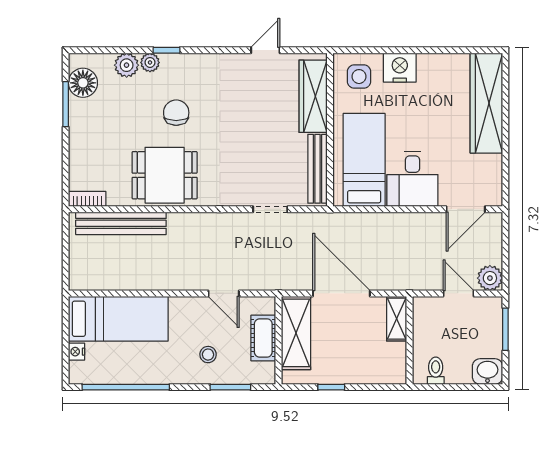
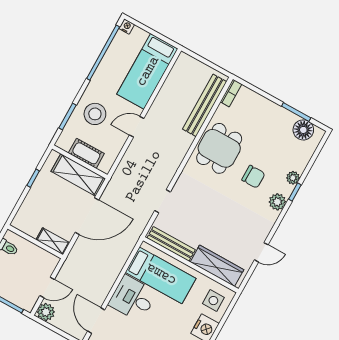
door: (265, 50) -> (261, 252), hinge flipped
plant: (127, 65) -> (277, 202), moved
door: (224, 293) -> (137, 127), moved
nightstand: (76, 352) -> (127, 26), moved
stool: (208, 355) -> (95, 114), width x1.89, depth x1.89

